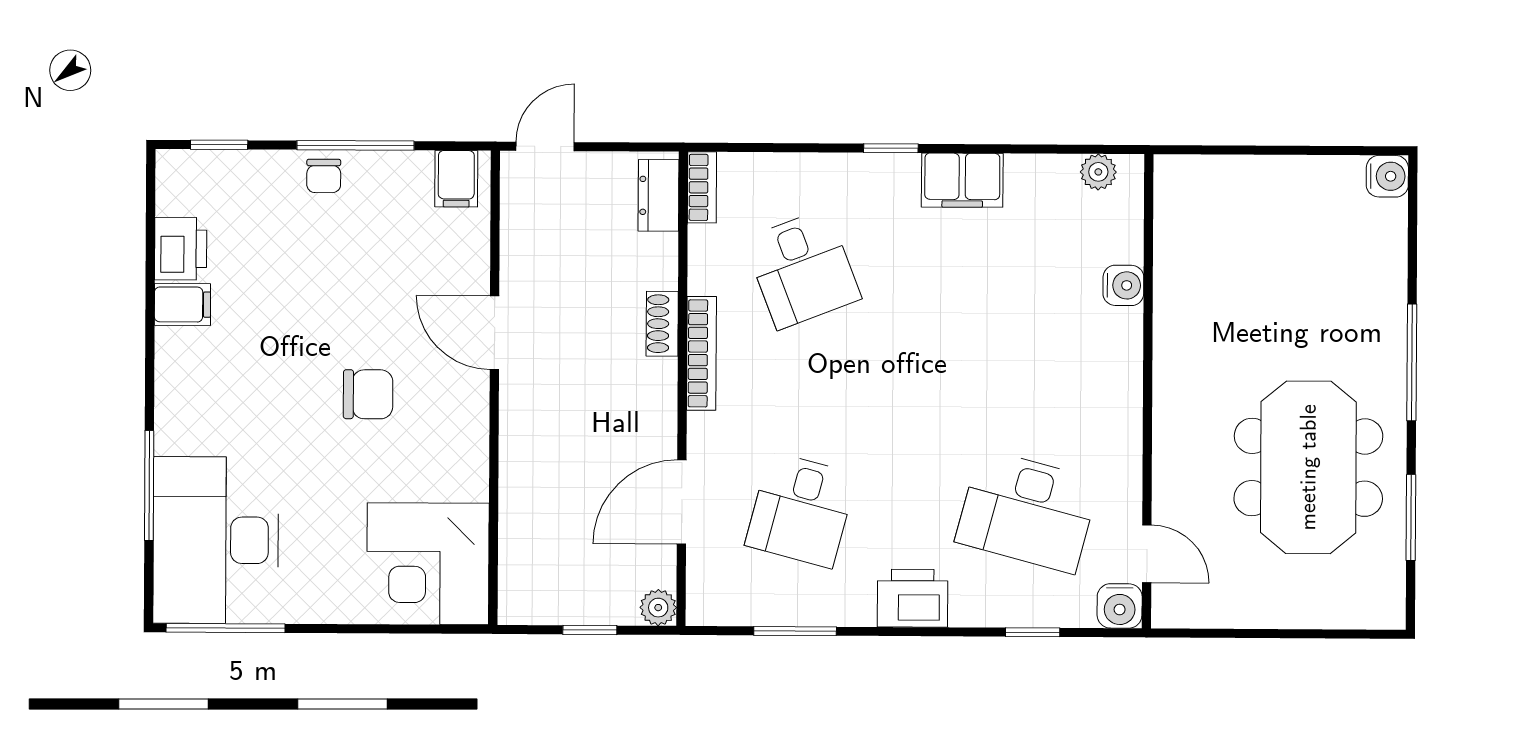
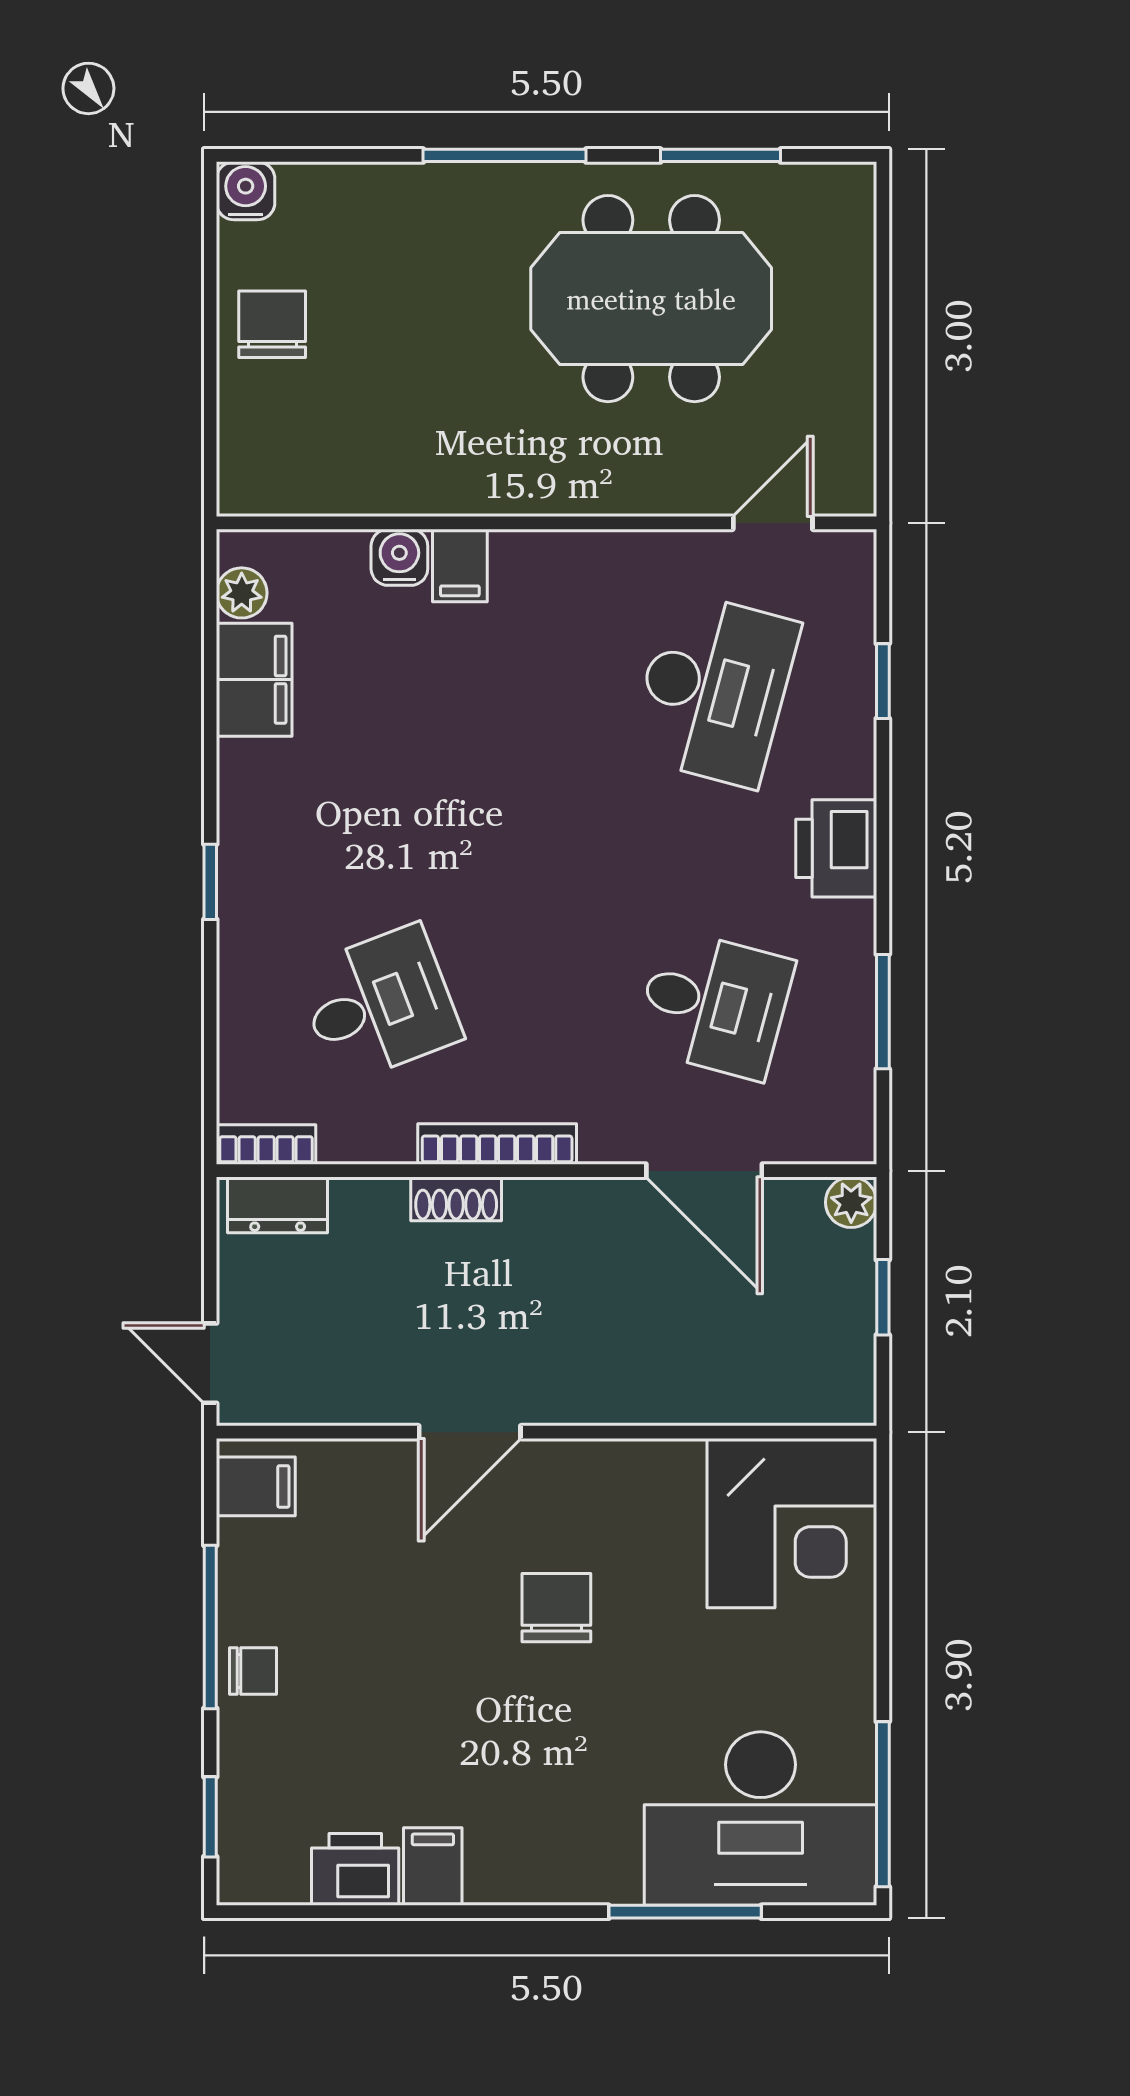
filing cabinet: (962, 180) -> (254, 680), moved
chair: (1291, 195) -> (272, 324), added
filing cabinet: (1117, 329) -> (460, 565), added
water cooler: (1120, 606) -> (846, 560), removed

